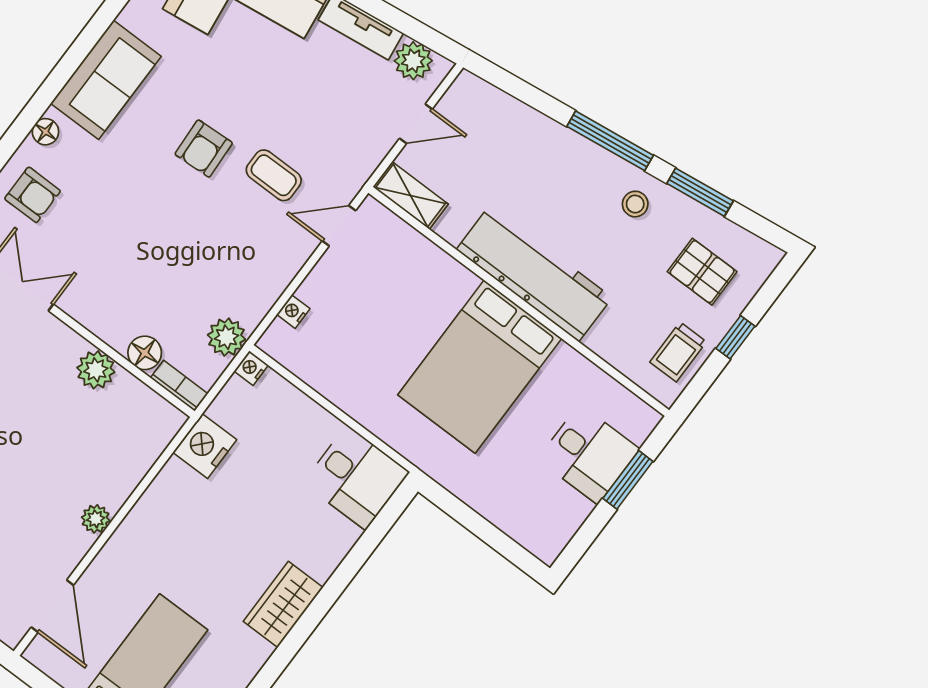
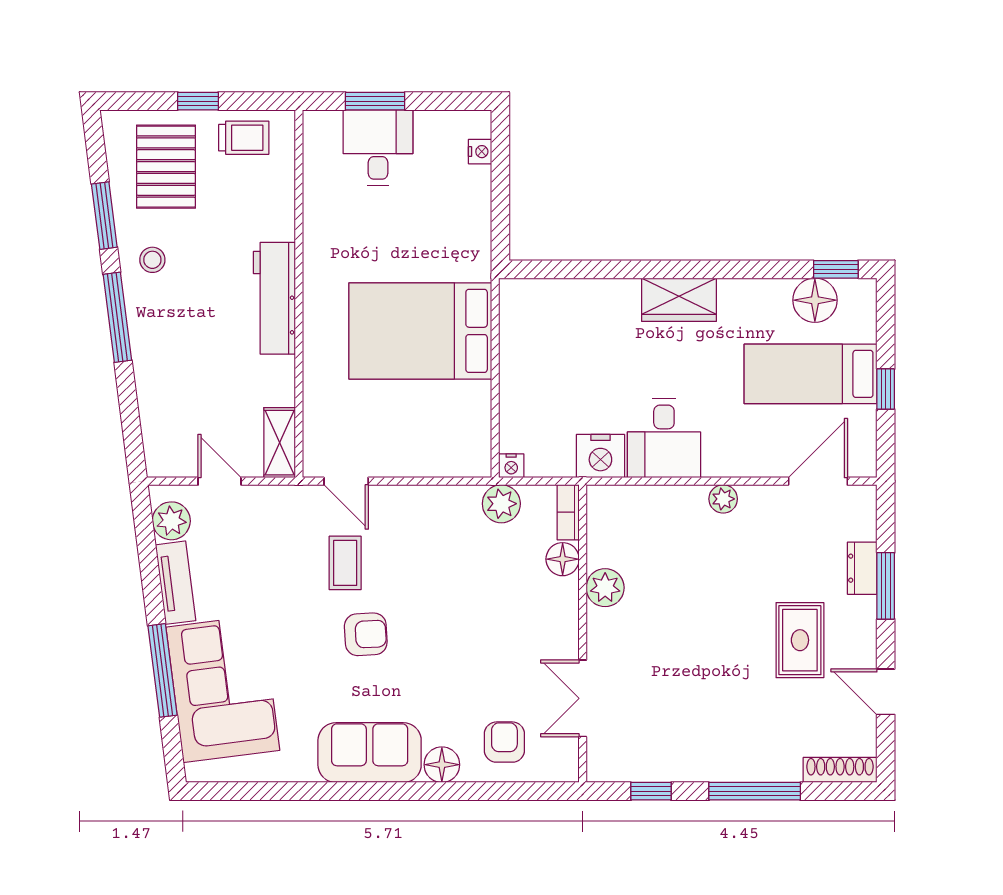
floor lamp: (45, 132) -> (442, 765), width x1.37, depth x1.37
pallet: (702, 272) -> (166, 167), width x1.50, depth x1.42
workbench: (534, 274) -> (274, 298), width x0.73, depth x0.76
nightstand: (293, 312) -> (480, 152), moved, turned -90
bed: (480, 367) -> (420, 331), moved, turned 180
desk: (356, 478) -> (664, 438), moved, turned 180

